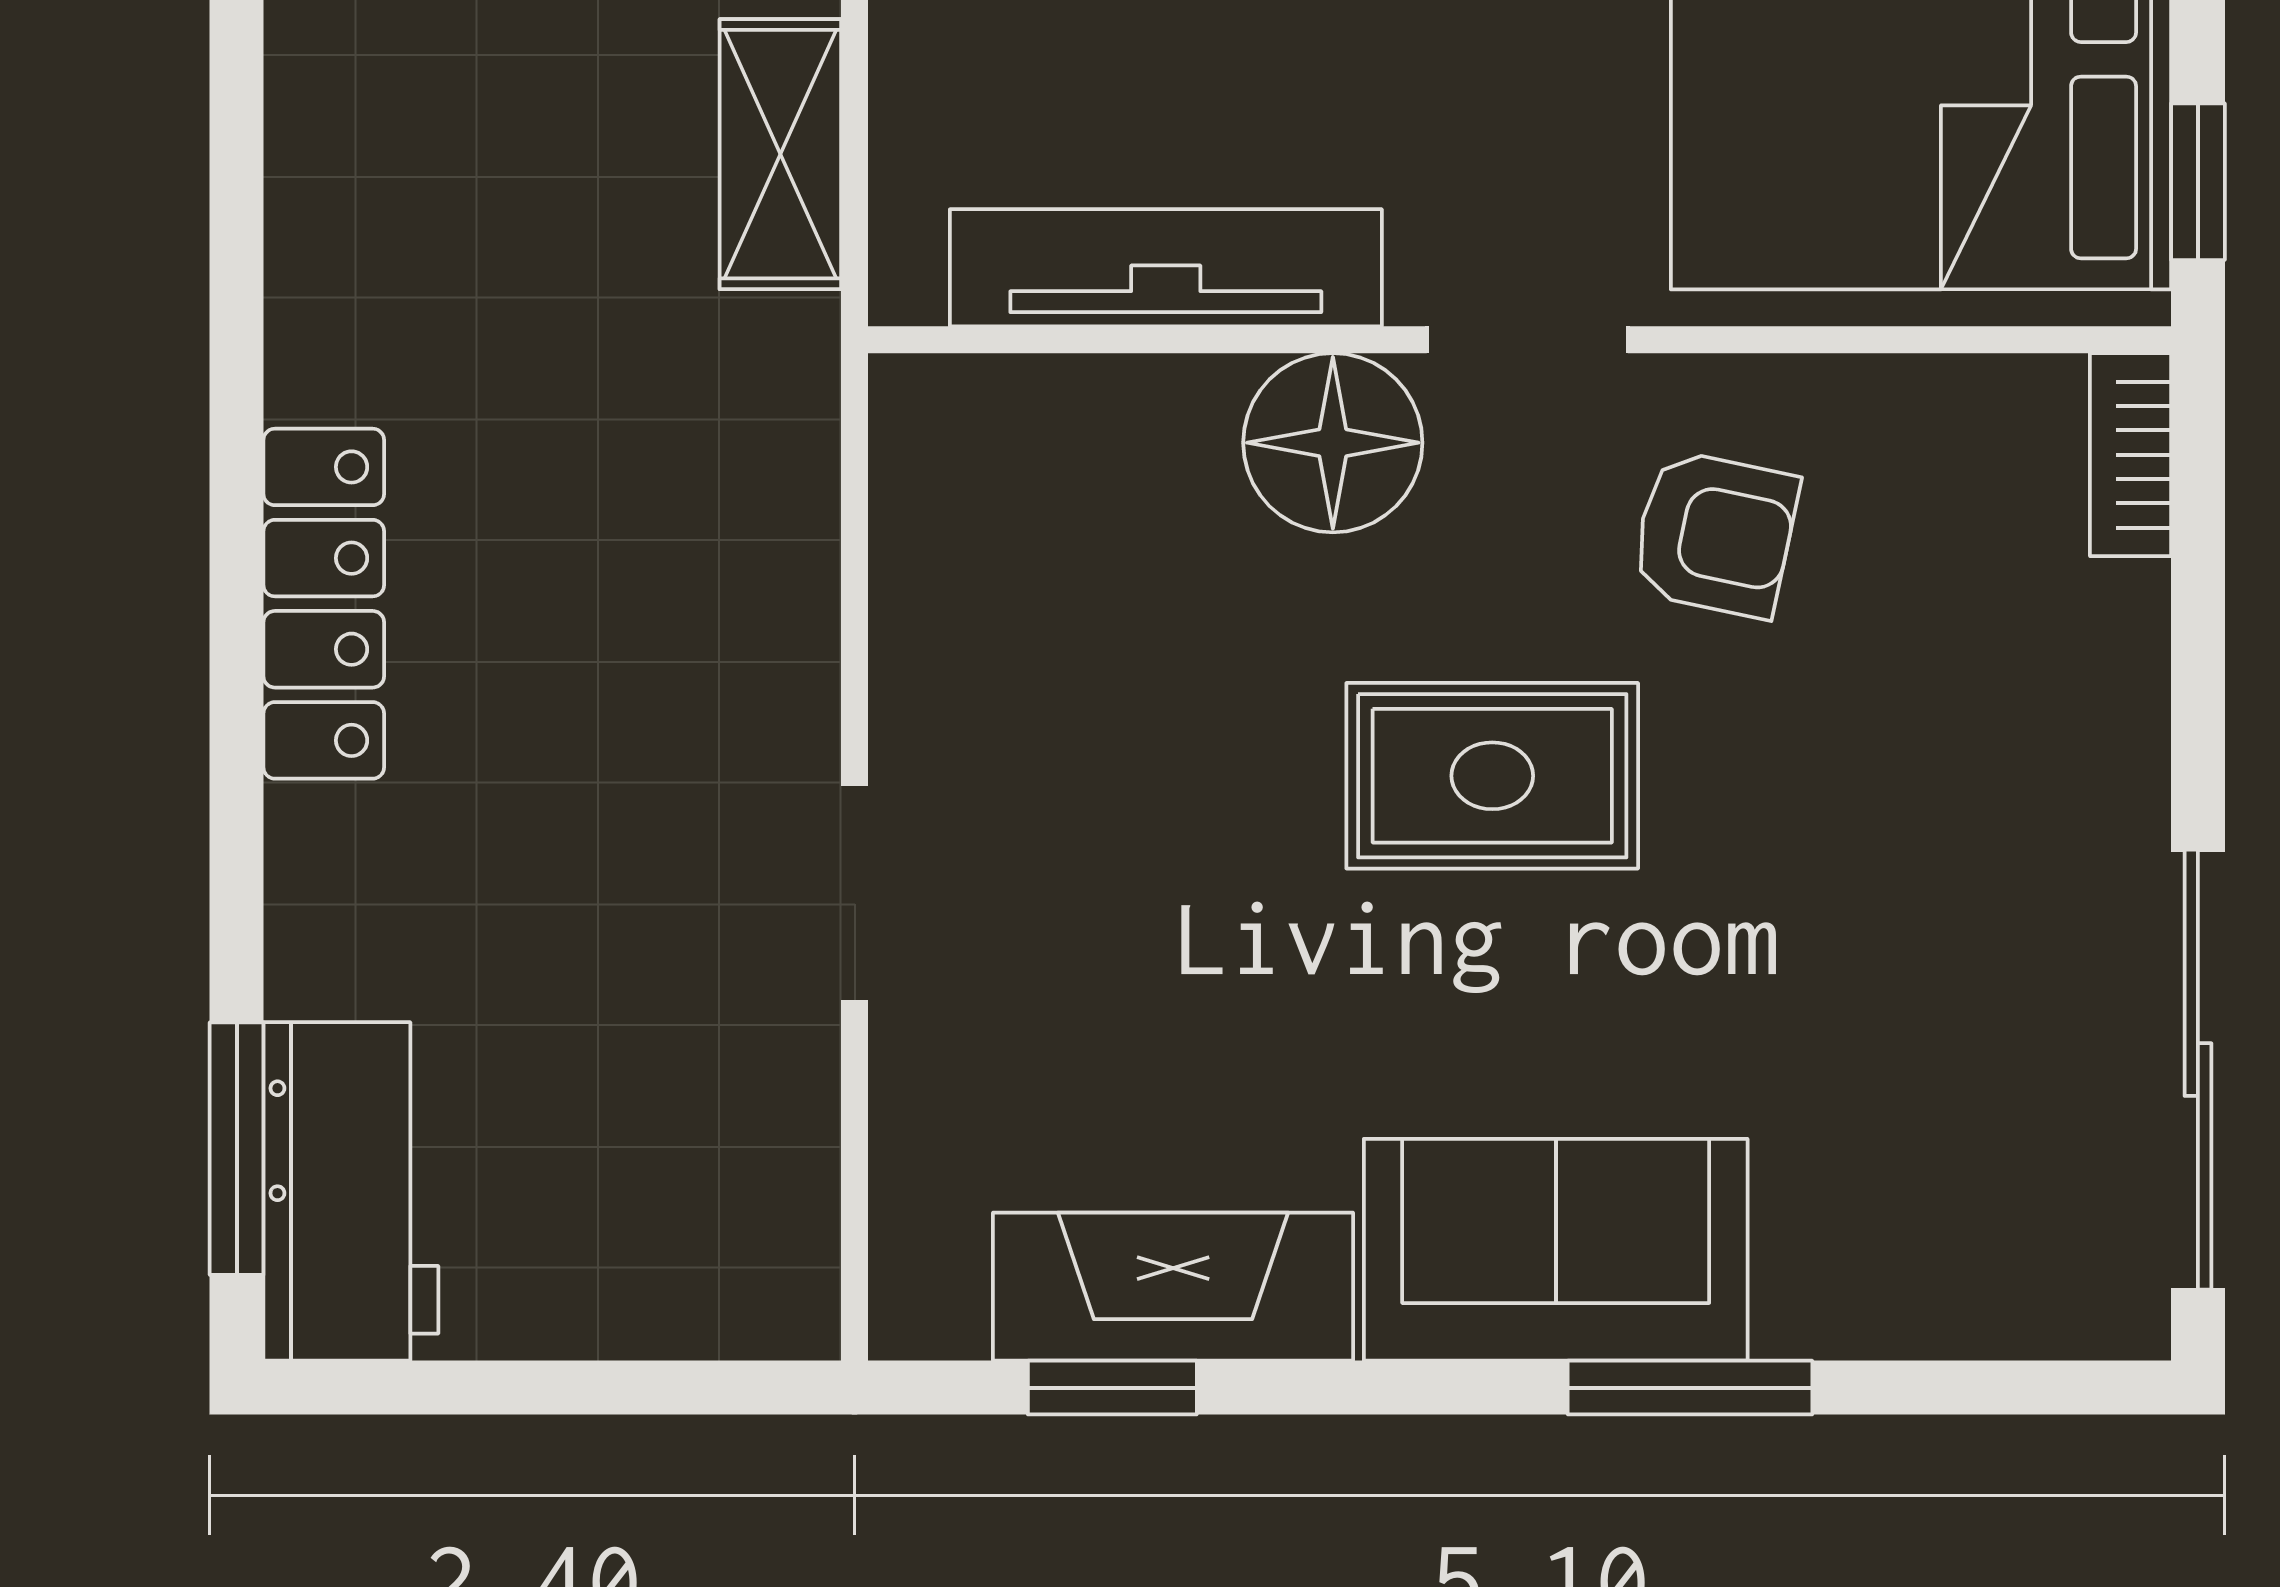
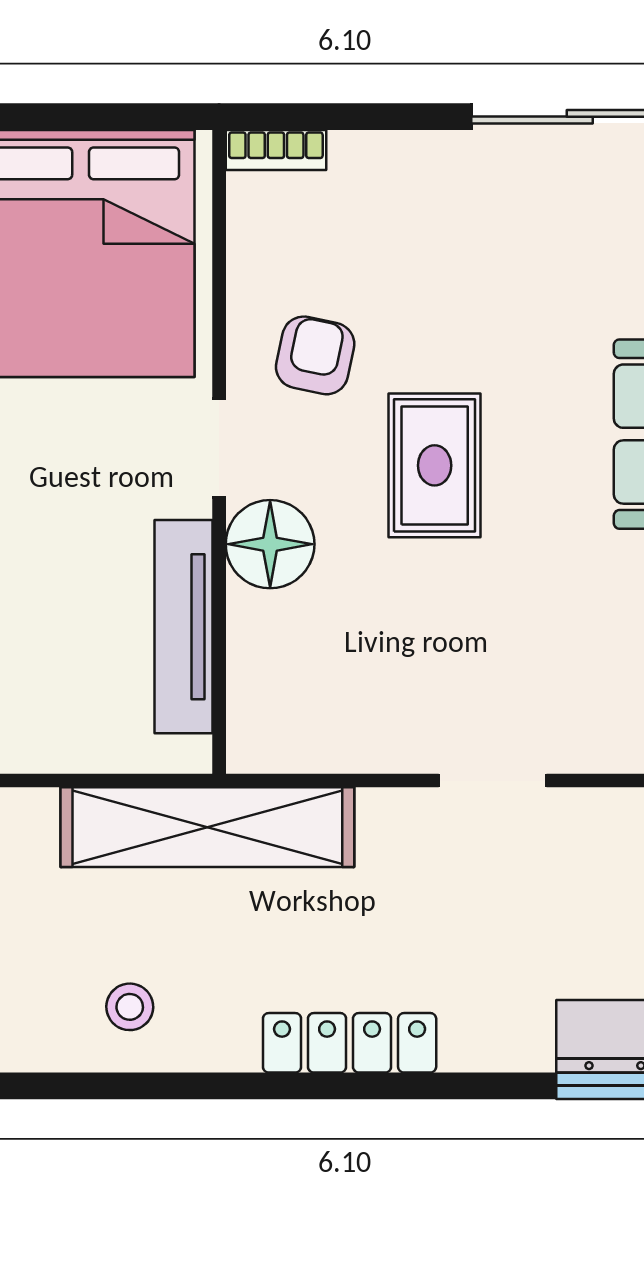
shelving: (780, 154) -> (207, 827), width x2.20, depth x1.33
stool: (396, 159) -> (130, 1007), added
window: (2198, 182) -> (141, 117), removed

